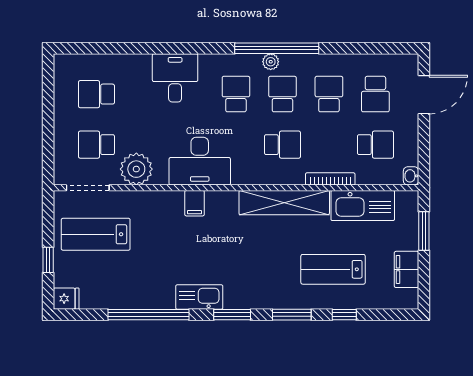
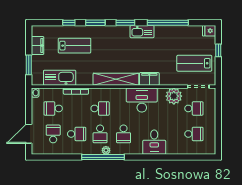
school desk: (329, 94) -> (77, 134), turned -90
school desk: (282, 145) -> (100, 108), turned 180
filing cabinet: (194, 203) -> (149, 79), width x2.00
shelving: (284, 203) -> (116, 79), moved
lab bench: (96, 234) -> (194, 63), turned 180

